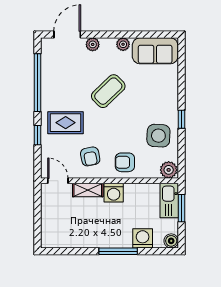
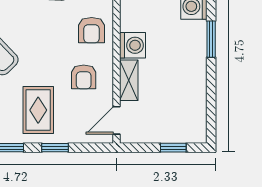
armchair: (90, 156) -> (84, 77), turned 101
window: (38, 223) -> (173, 148), added
window: (118, 251) -> (211, 39), width x0.69

